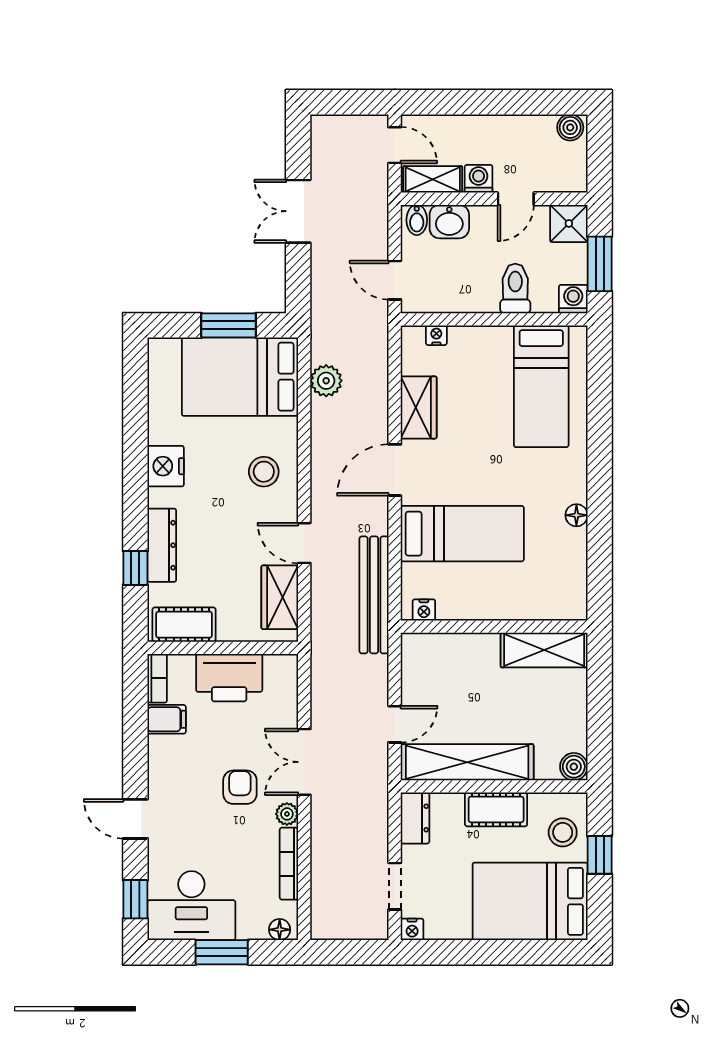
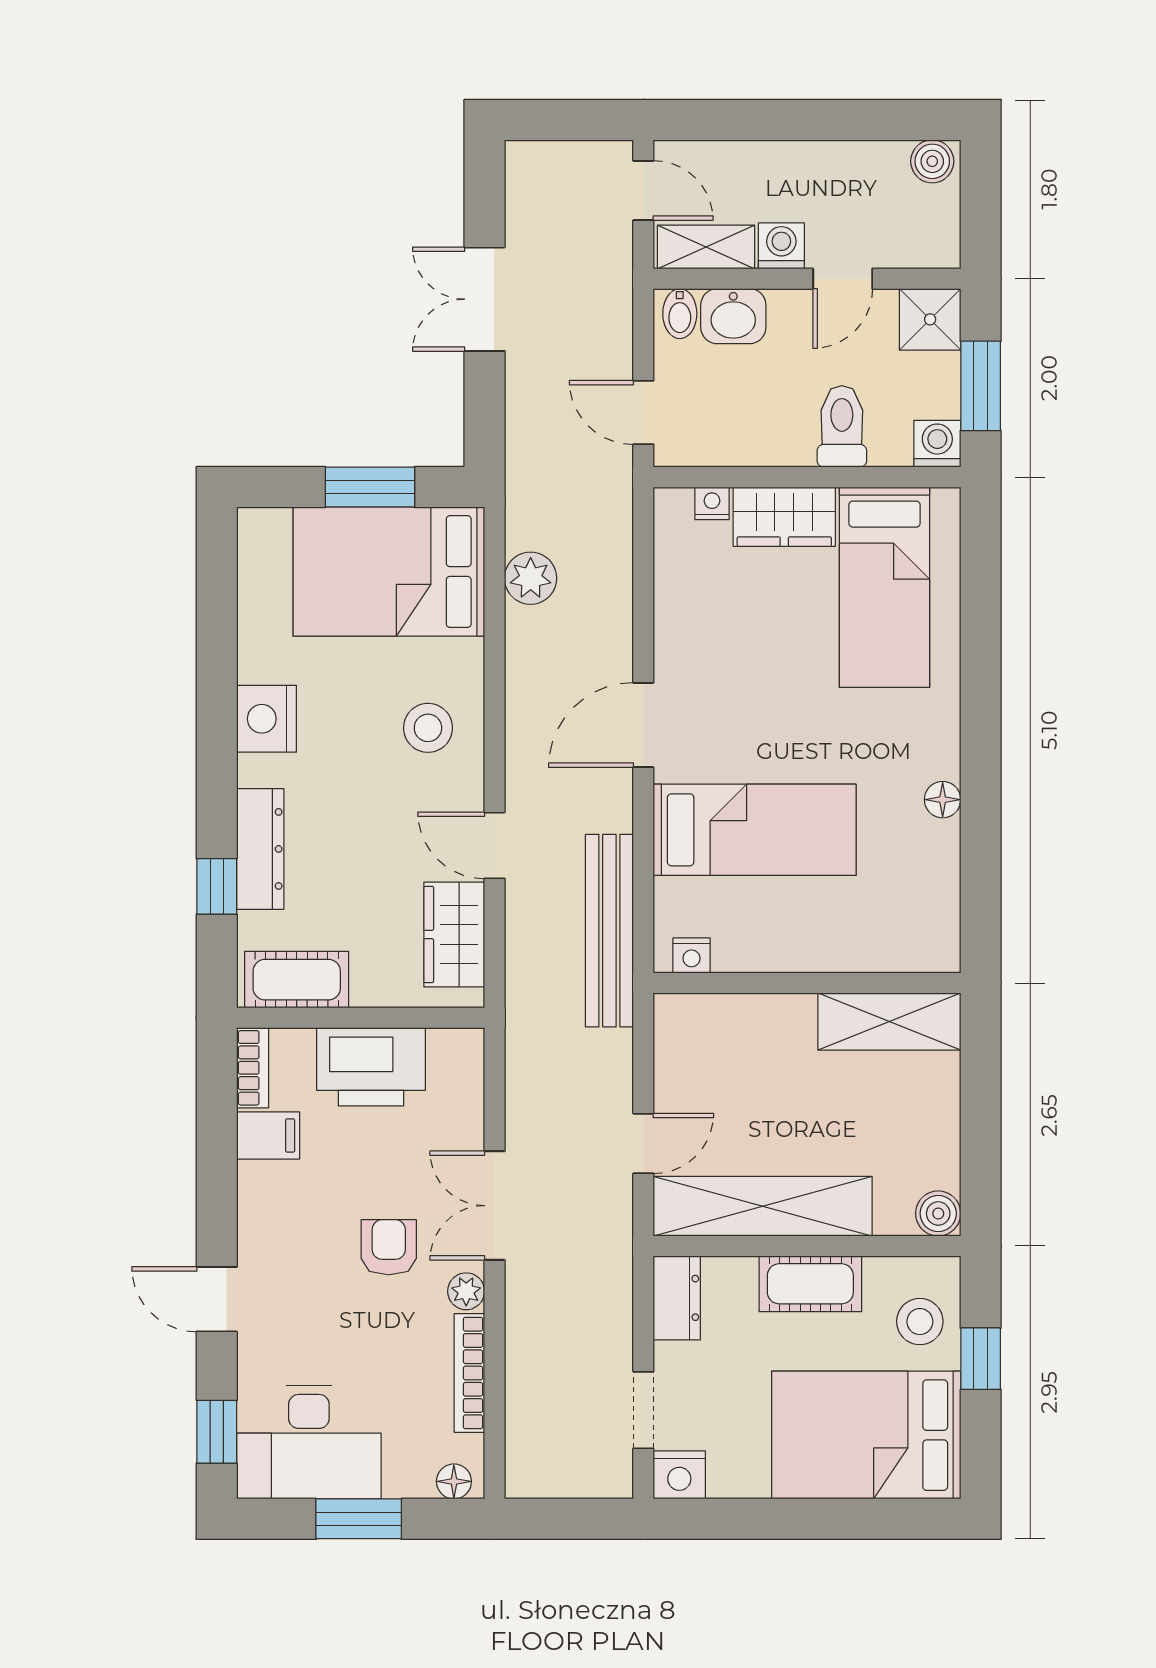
wardrobe: (419, 407) -> (784, 517), moved, turned 90
nightstand: (412, 929) -> (679, 1475), width x1.39, depth x1.35

